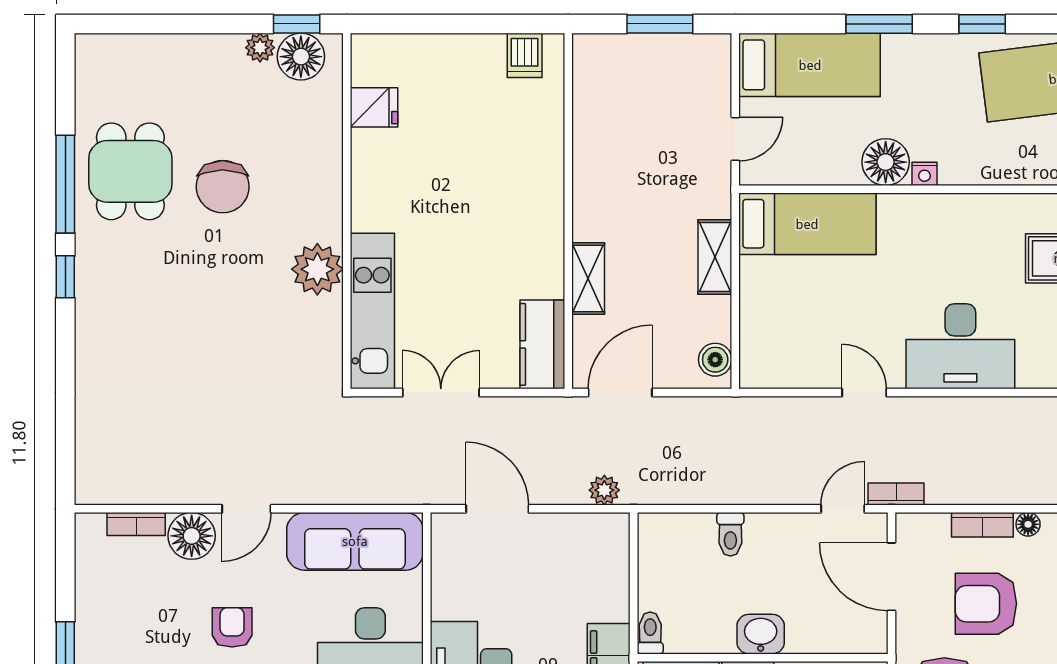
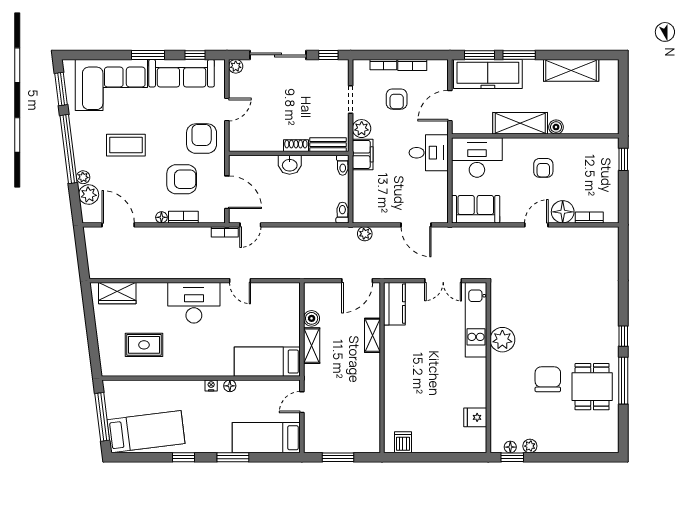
floor lamp: (301, 57) -> (510, 447), width x0.53, depth x0.53
floor lamp: (886, 162) -> (230, 386), width x0.53, depth x0.53
boiler: (715, 360) -> (312, 318), moved
toilet: (730, 534) -> (342, 213), moved
sofa: (355, 541) -> (476, 209), width x0.73

